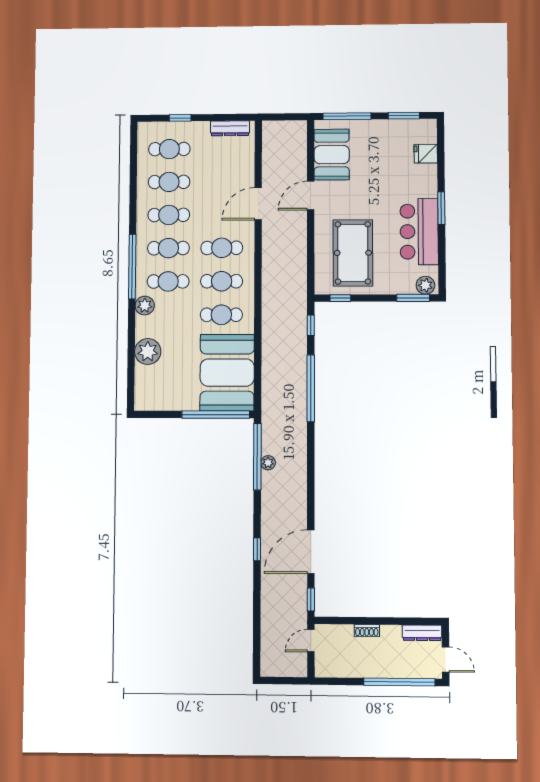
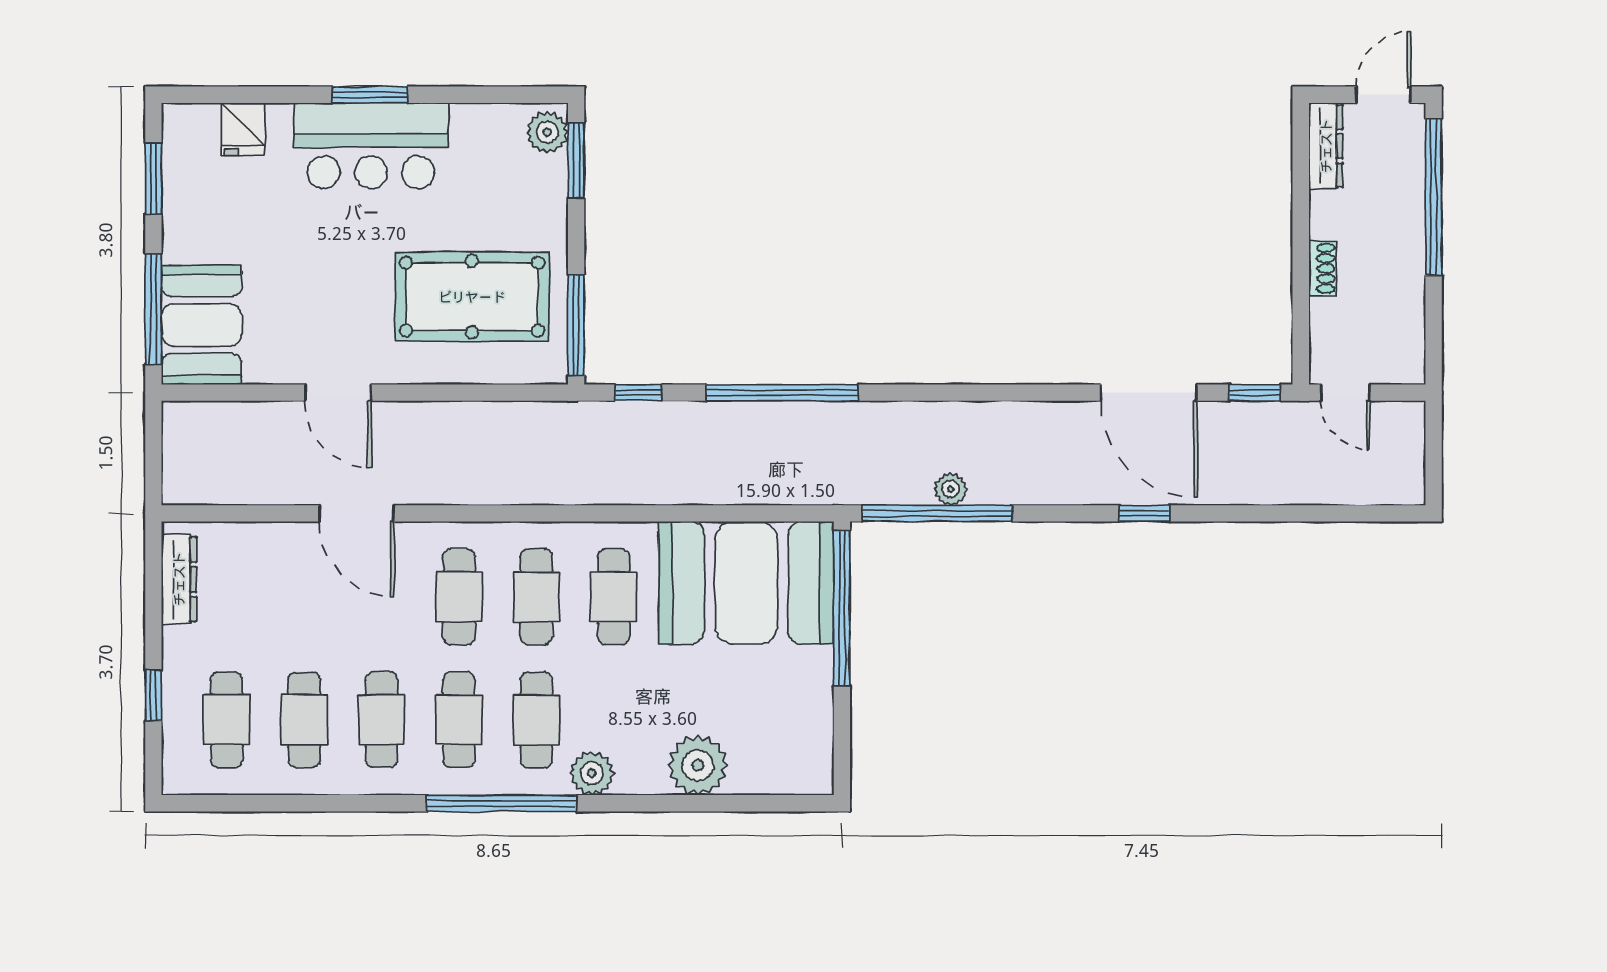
booth: (332, 155) -> (201, 325), moved, turned 90
bar counter: (419, 232) -> (371, 146), moved
window: (340, 298) -> (576, 325), width x2.17

